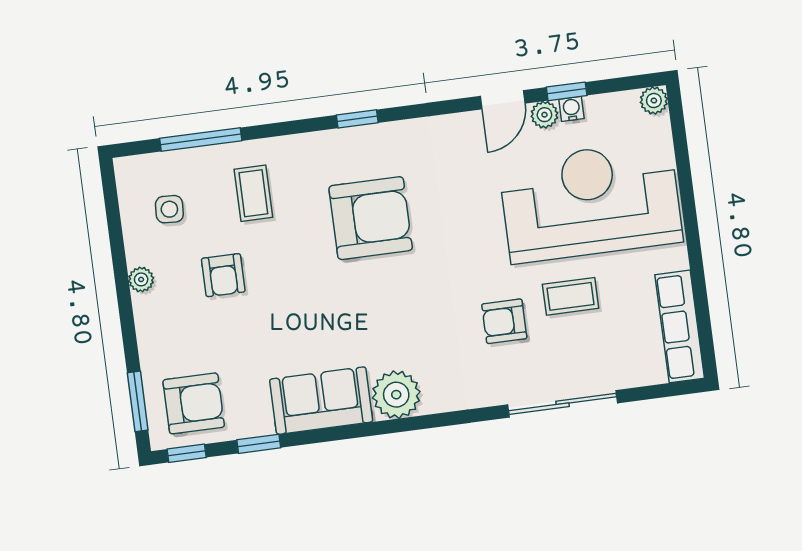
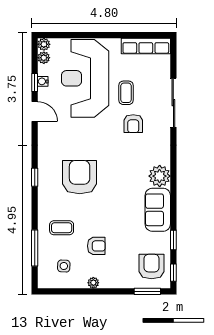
plant: (544, 115) -> (44, 58), moved

